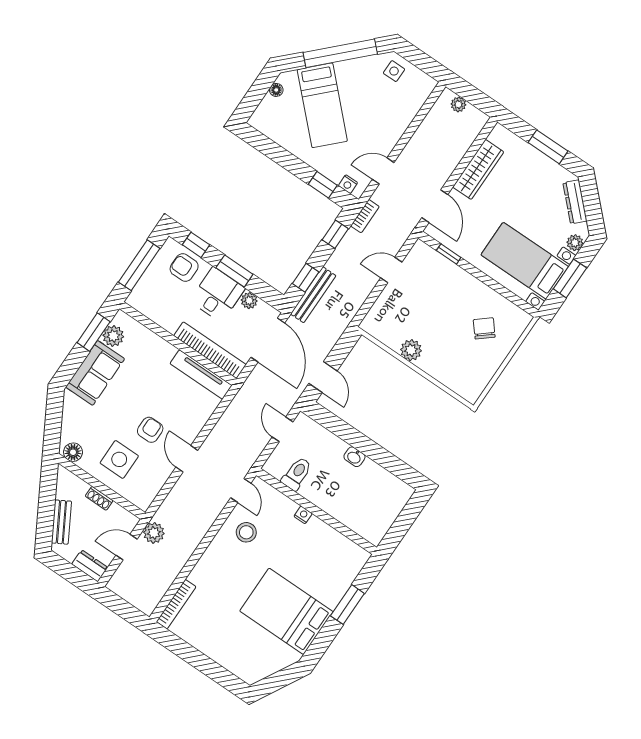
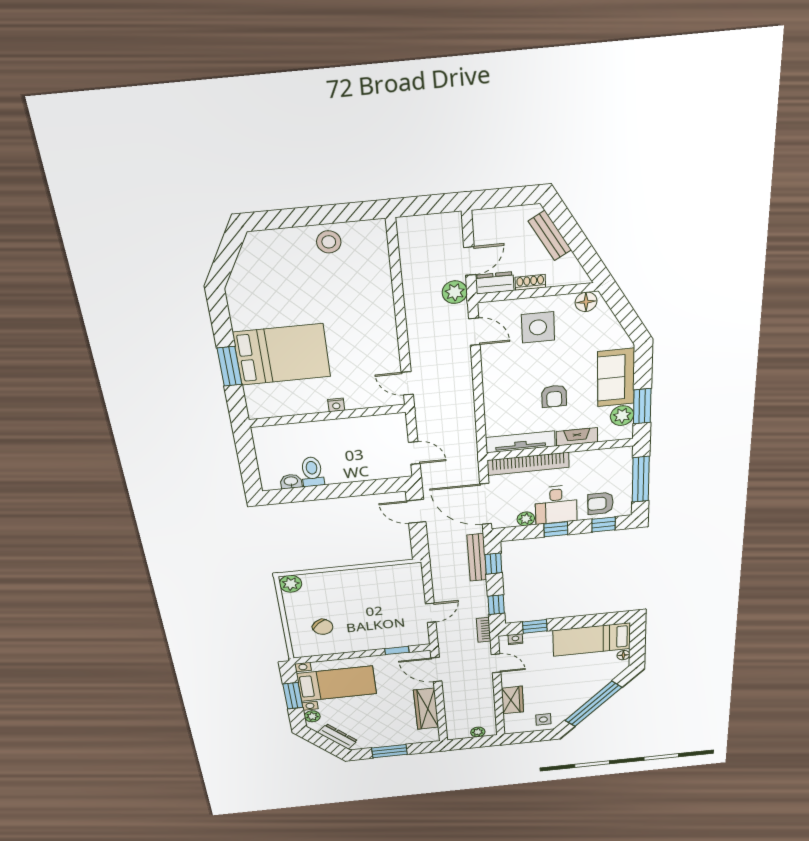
bed: (322, 105) -> (592, 640), moved, turned -45
wardrobe: (402, 117) -> (512, 700), added
door: (383, 171) -> (496, 663), hinge flipped
armchair: (184, 268) -> (601, 503), turned 180
window: (234, 271) -> (556, 529), width x0.67
fireplace: (158, 345) -> (577, 437), added
plant: (411, 350) -> (291, 584), moved
armchair: (150, 430) -> (554, 396), moved
washbasin: (354, 457) -> (291, 481), moved
door: (187, 459) -> (474, 332), moved
toilet: (297, 474) -> (312, 472), moved, turned 180
stool: (246, 532) -> (329, 242), moved
dresser: (90, 566) -> (495, 283), moved, turned 180
bookcase: (176, 604) -> (381, 248), removed
bed: (286, 611) -> (282, 354), moved

